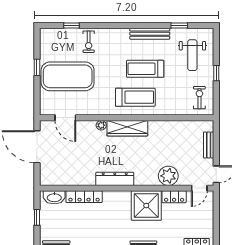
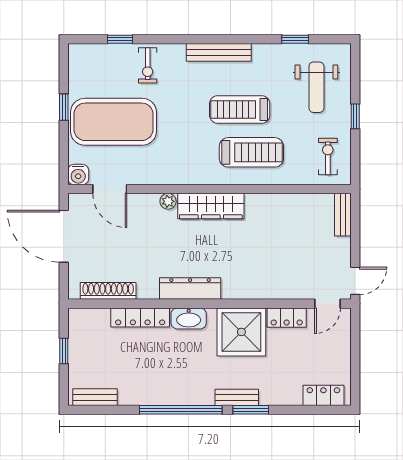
bench: (150, 34) -> (219, 52), moved
treadmill: (135, 97) -> (251, 152), moved
water cooler: (46, 109) -> (78, 175), added
bench: (209, 145) -> (343, 215), moved
plant: (168, 176) -> (277, 284), removed
shoe rack: (64, 180) -> (108, 291), added
washbasin: (54, 197) -> (189, 318), moved

